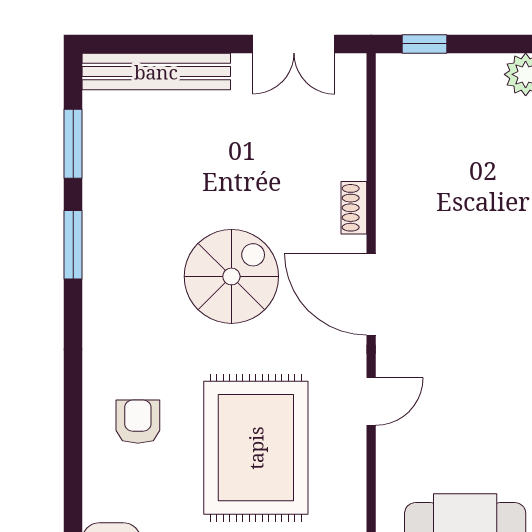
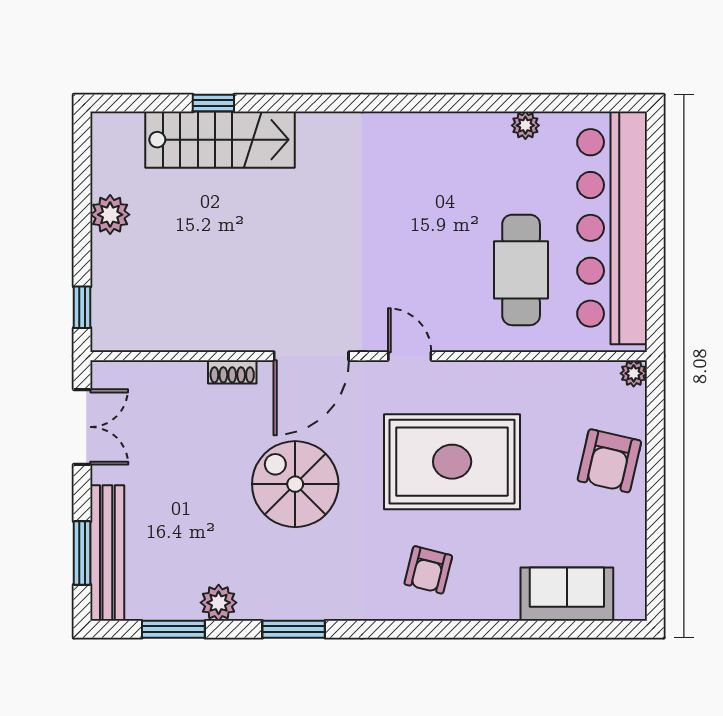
window: (156, 44) -> (82, 553), added
plant: (102, 193) -> (219, 603), added
window: (73, 245) -> (294, 629), moved
armchair: (138, 422) -> (428, 570), turned -76

